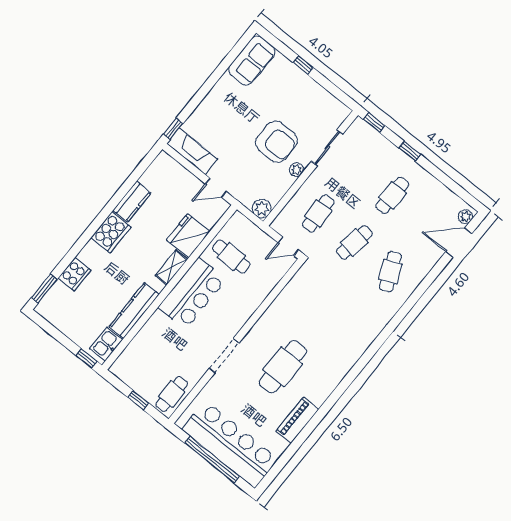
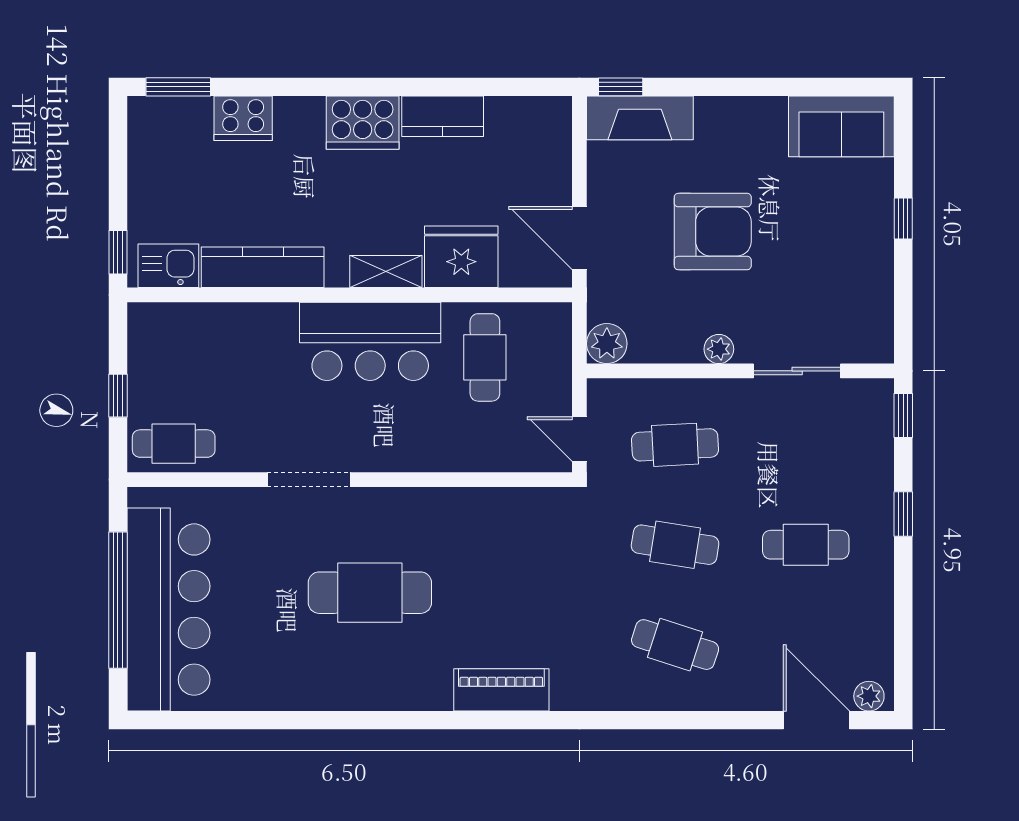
armchair: (277, 142) -> (713, 232), moved, turned -90
fireplace: (192, 151) -> (640, 118), moved, turned 90
door: (216, 188) -> (579, 238), width x1.38
cafe table: (390, 272) -> (675, 645), turned 42
piano: (297, 420) -> (501, 690), moved

